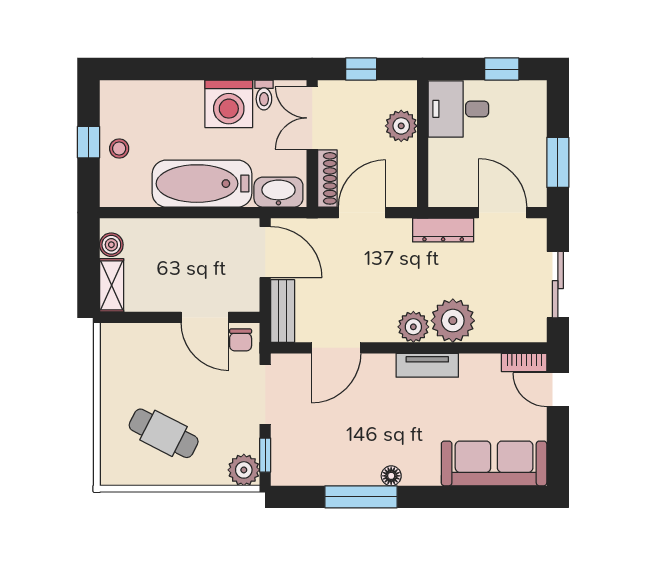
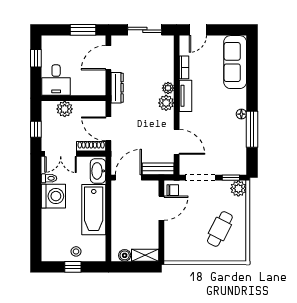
plant: (453, 321) -> (168, 88), width x0.53, depth x0.53
bookcase: (524, 362) -> (184, 67), moved

